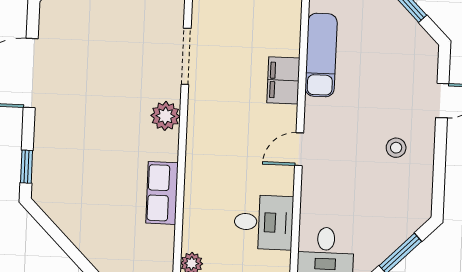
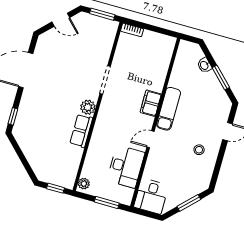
exam couch: (321, 55) -> (169, 109), moved
row of seats: (162, 193) -> (81, 131), moved
desk: (264, 222) -> (126, 167), width x1.37

